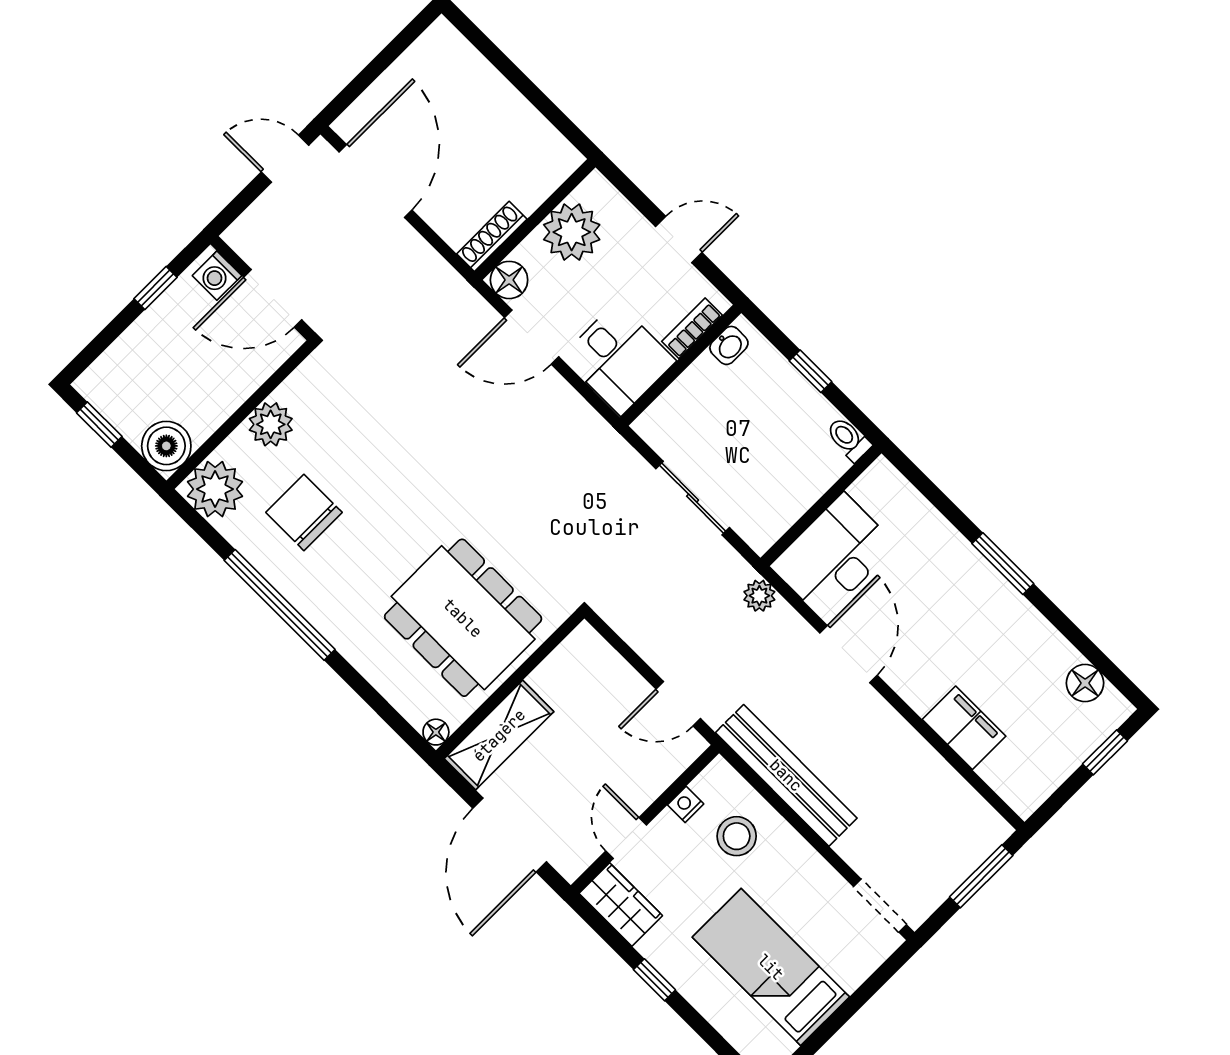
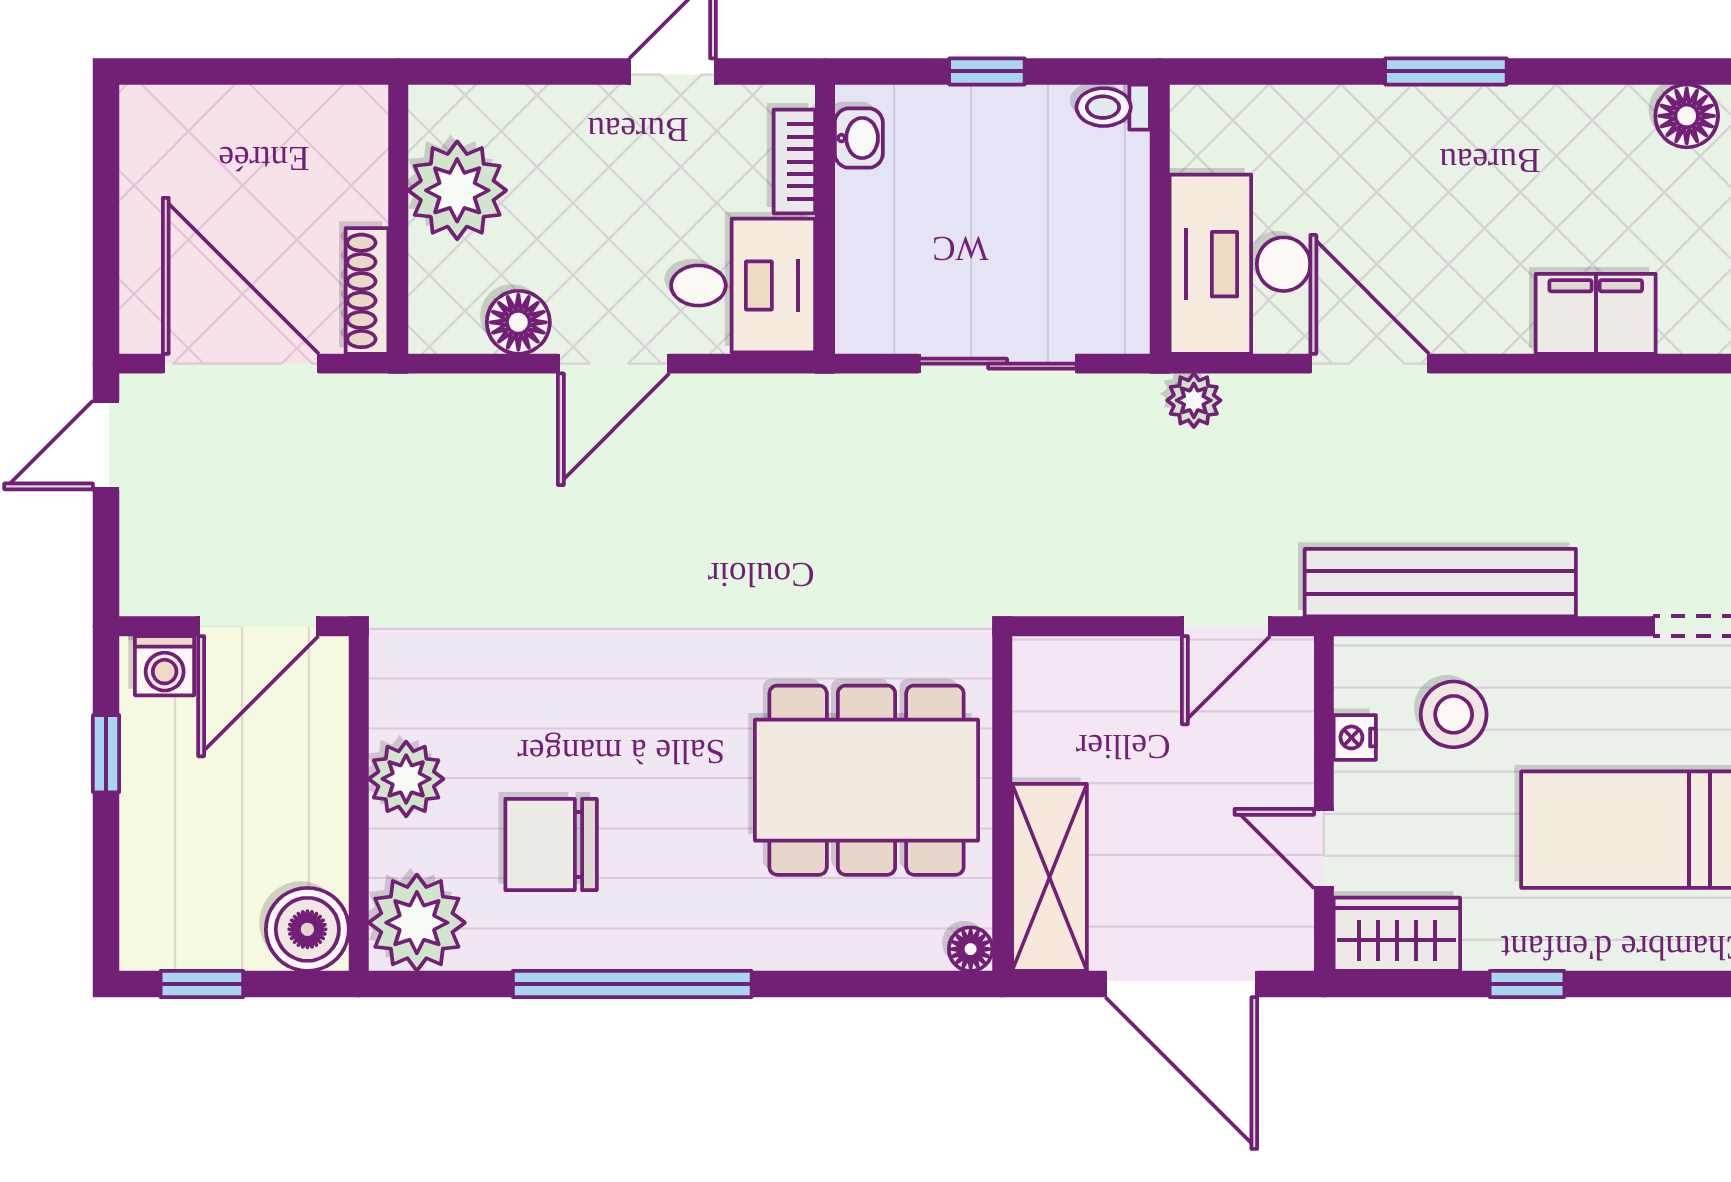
wall: (535, 219) -> (398, 219), moved
plant: (572, 232) -> (457, 190), moved
shoe rack: (492, 236) -> (367, 291), moved

